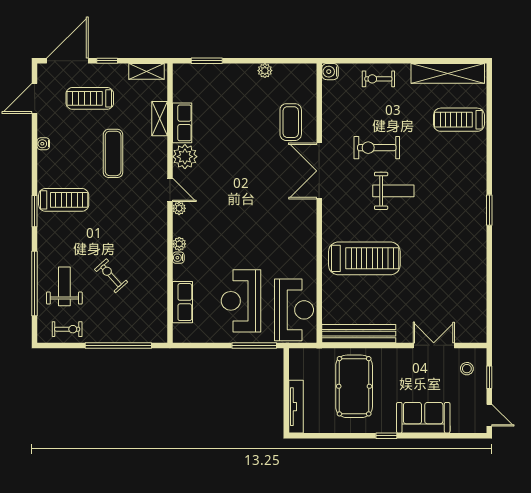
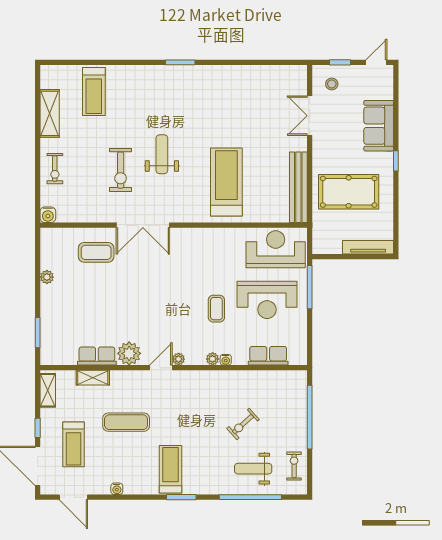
shelving: (448, 73) -> (50, 113), width x0.68
coffee table: (232, 248) -> (216, 309), added

